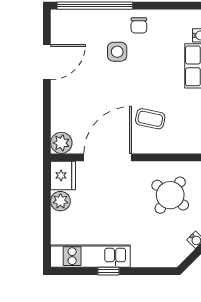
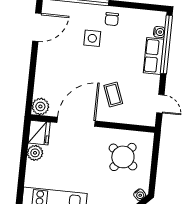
door: (47, 62) -> (37, 27), moved
coffee table: (150, 119) -> (113, 94), turned 57

